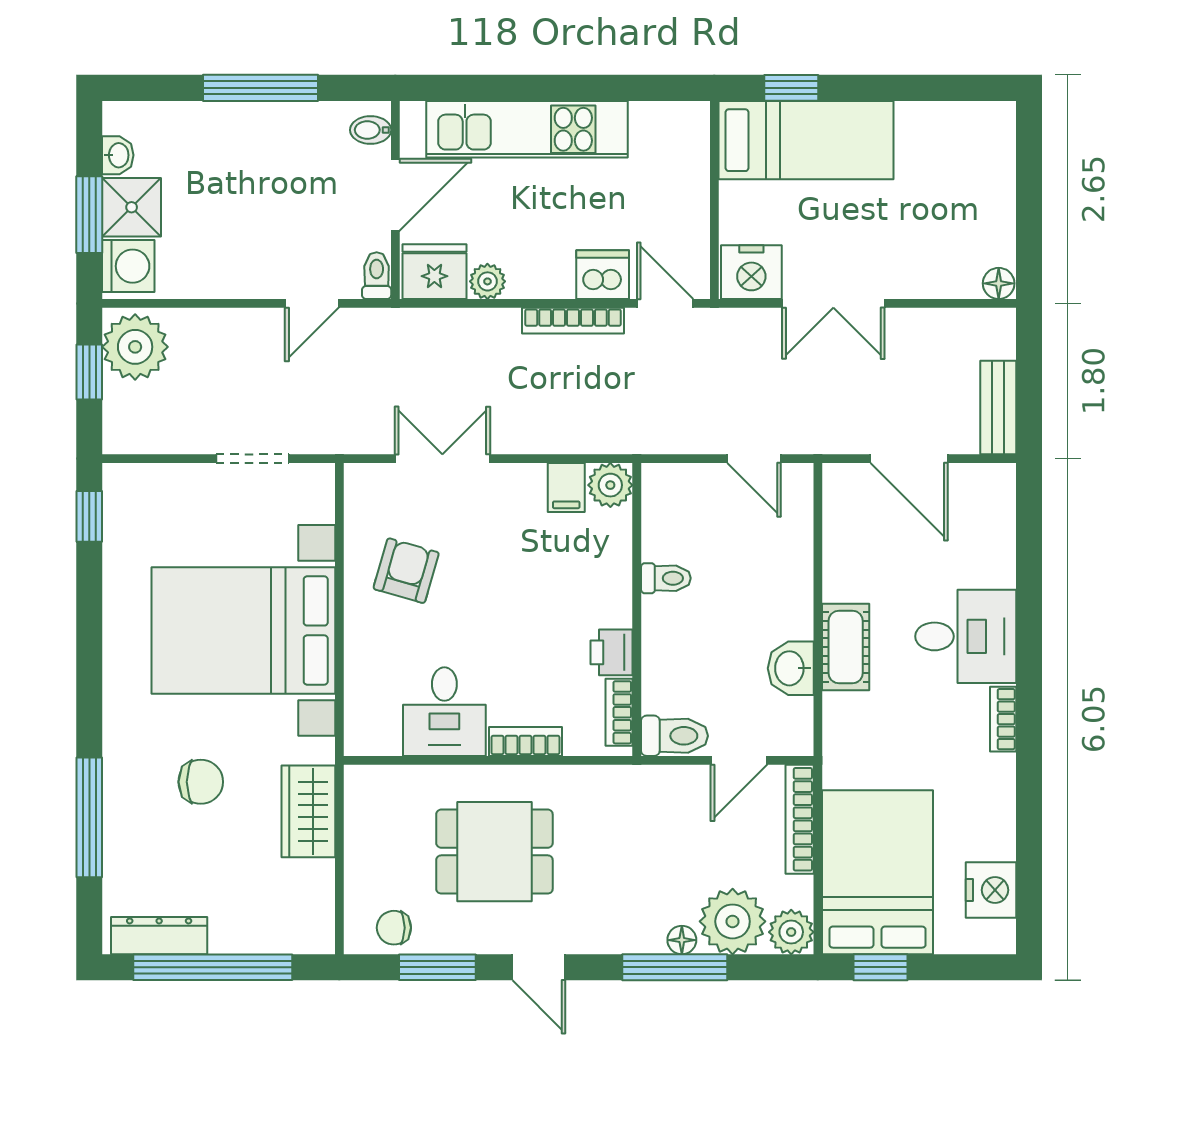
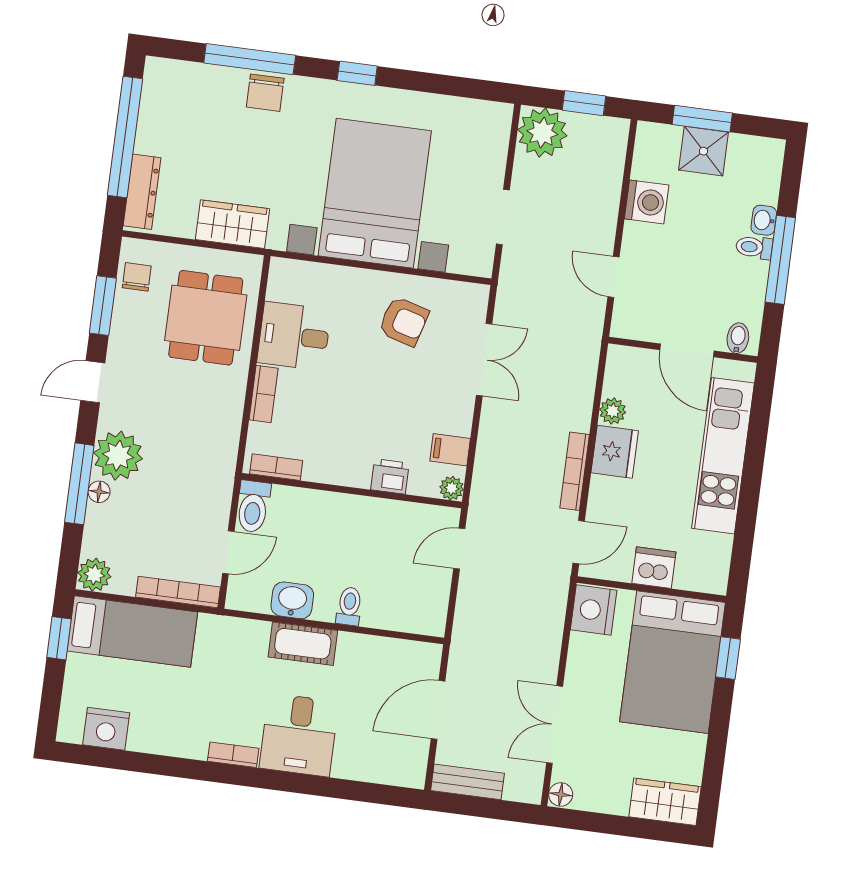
bed: (806, 140) -> (672, 662), width x1.50
wardrobe: (990, 146) -> (665, 802), added
washbasin: (118, 155) -> (764, 220), moved, turned 90
washing machine: (128, 266) -> (647, 202), moved, turned -90
fridge: (434, 272) -> (615, 452), moved
dishwasher: (603, 275) -> (654, 568), moved, turned -90
toilet: (377, 276) -> (754, 247), moved, turned 180
double door: (833, 303) -> (555, 725), moved
plant: (135, 347) -> (542, 133), moved
door: (754, 459) -> (459, 549), moved
plant: (610, 485) -> (452, 488), width x0.73, depth x0.73
window: (89, 516) -> (357, 73), moved
toilet: (666, 578) -> (349, 606), moved, turned 180
printer: (612, 652) -> (390, 476), moved
door: (739, 760) -> (228, 552), swing flipped
chair: (201, 782) -> (265, 93), moved
dining table: (494, 852) -> (206, 318), moved
bed: (878, 872) -> (132, 631), width x0.67
plant: (733, 921) -> (118, 456), moved
dresser: (159, 936) -> (142, 192), moved

